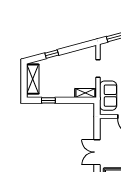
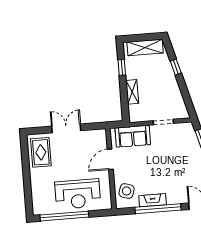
shelving: (85, 93) -> (132, 92), moved

